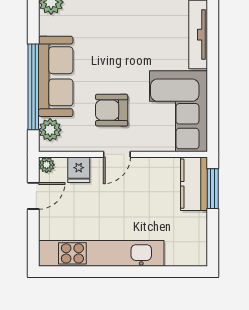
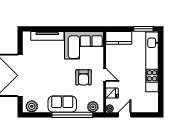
sofa: (56, 76) -> (62, 104), width x0.73
window: (213, 189) -> (143, 29), moved
door: (33, 196) -> (124, 115), hinge flipped
kitchen unit: (101, 253) -> (152, 62), moved

